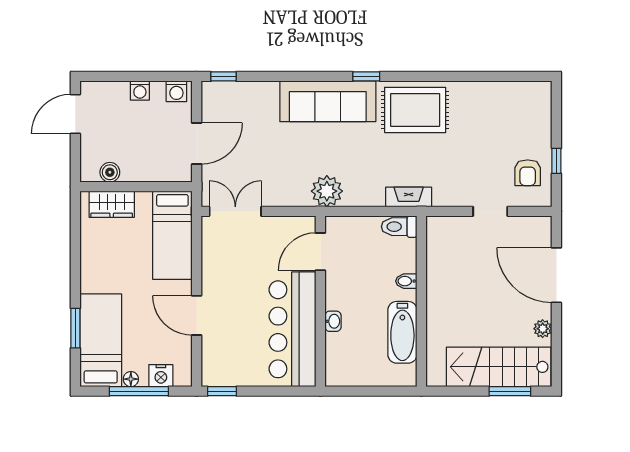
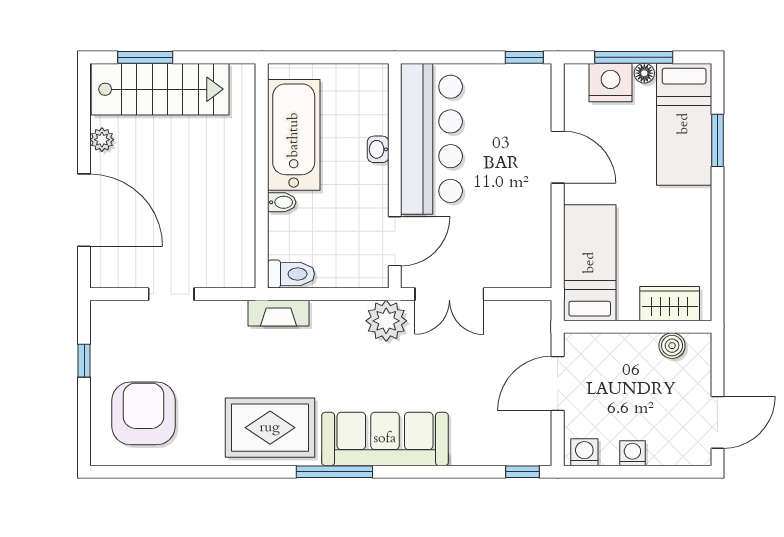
window: (366, 76) -> (334, 472), width x2.17
armchair: (528, 173) -> (144, 413), moved, width x1.88, depth x1.88
double door: (235, 211) -> (449, 294), moved
bathtub: (402, 332) -> (294, 135), width x1.36, depth x1.36
nightstand: (161, 376) -> (611, 83), width x1.36, depth x1.33

